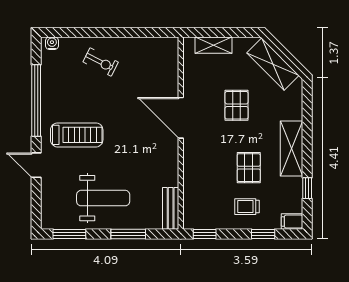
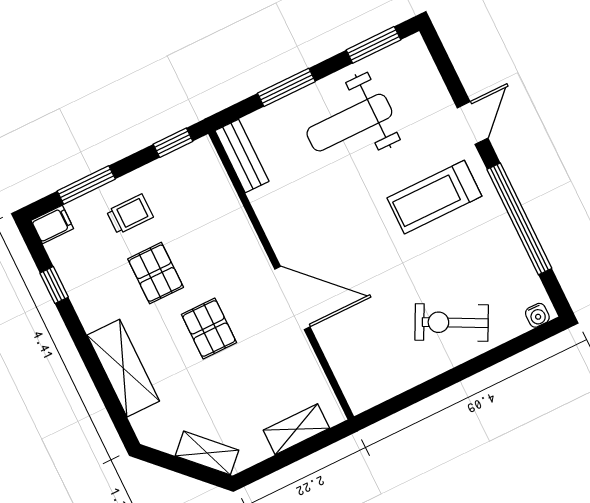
exercise bike: (101, 62) -> (452, 322), width x1.38, depth x1.39
shelving: (273, 64) -> (207, 453), width x0.67, depth x0.75
pallet: (237, 105) -> (209, 329), moved
shelving: (292, 149) -> (123, 368), moved
door: (36, 165) -> (473, 123), hinge flipped
window: (263, 234) -> (86, 185), width x1.50

